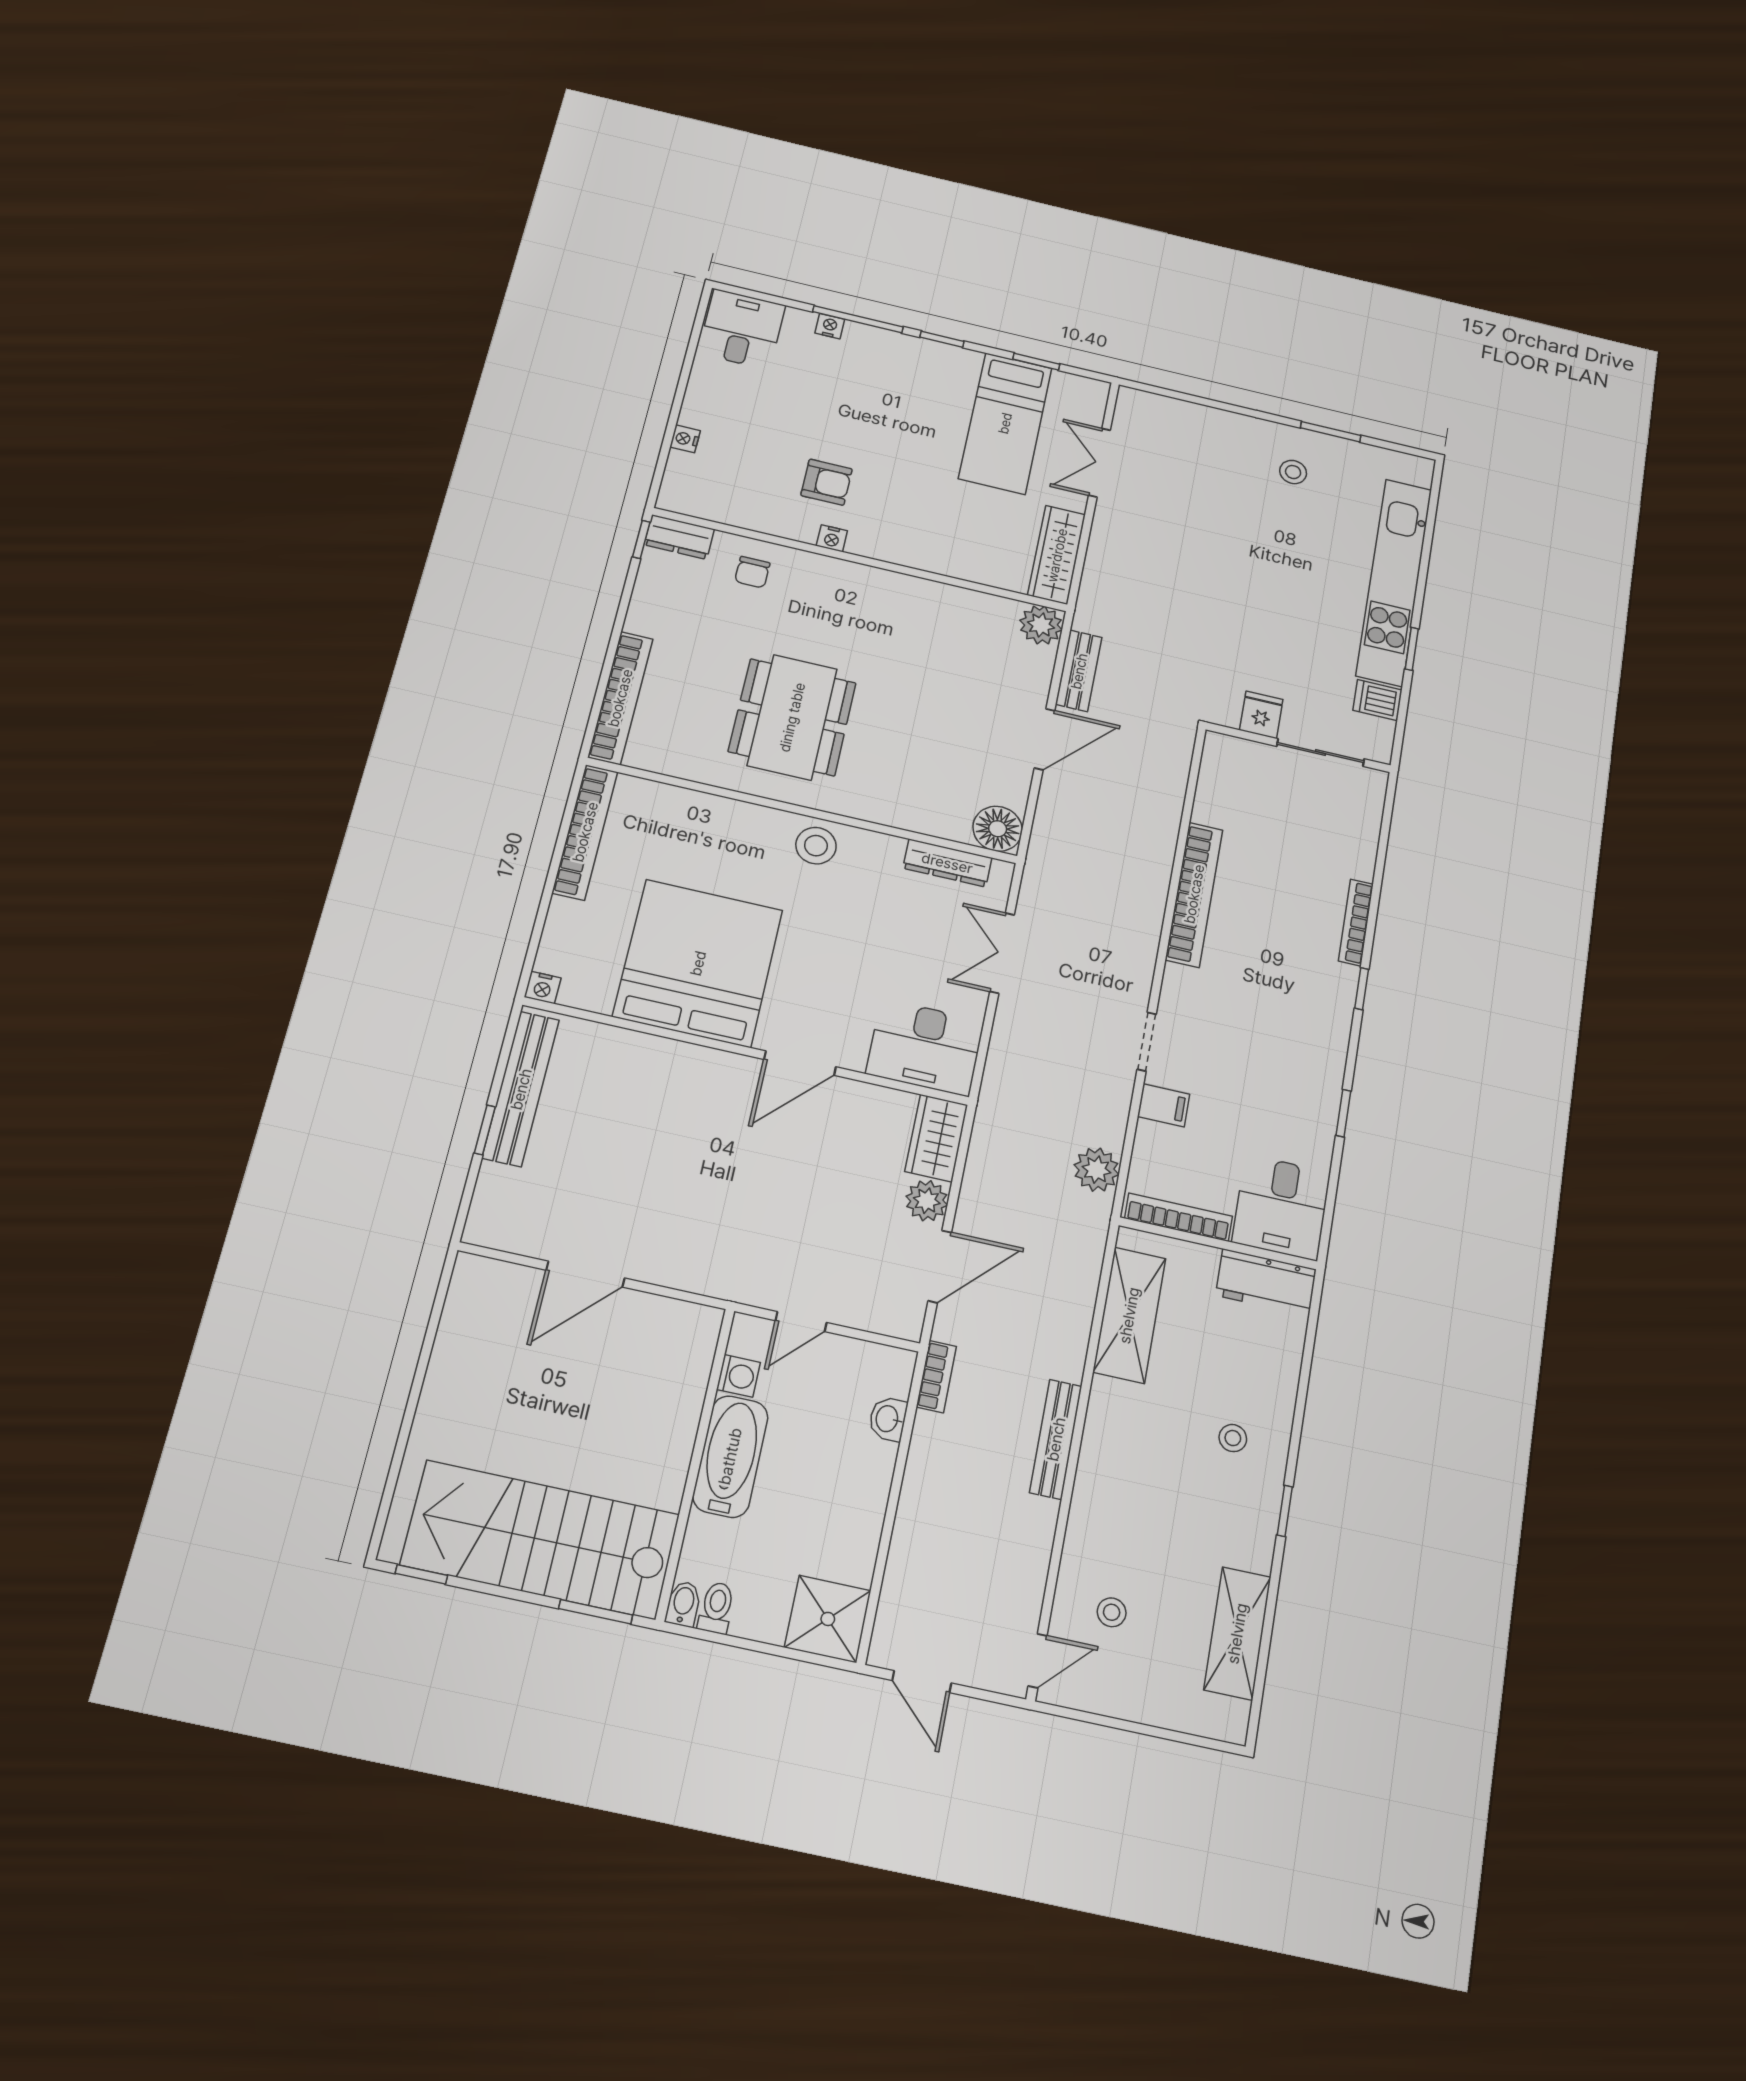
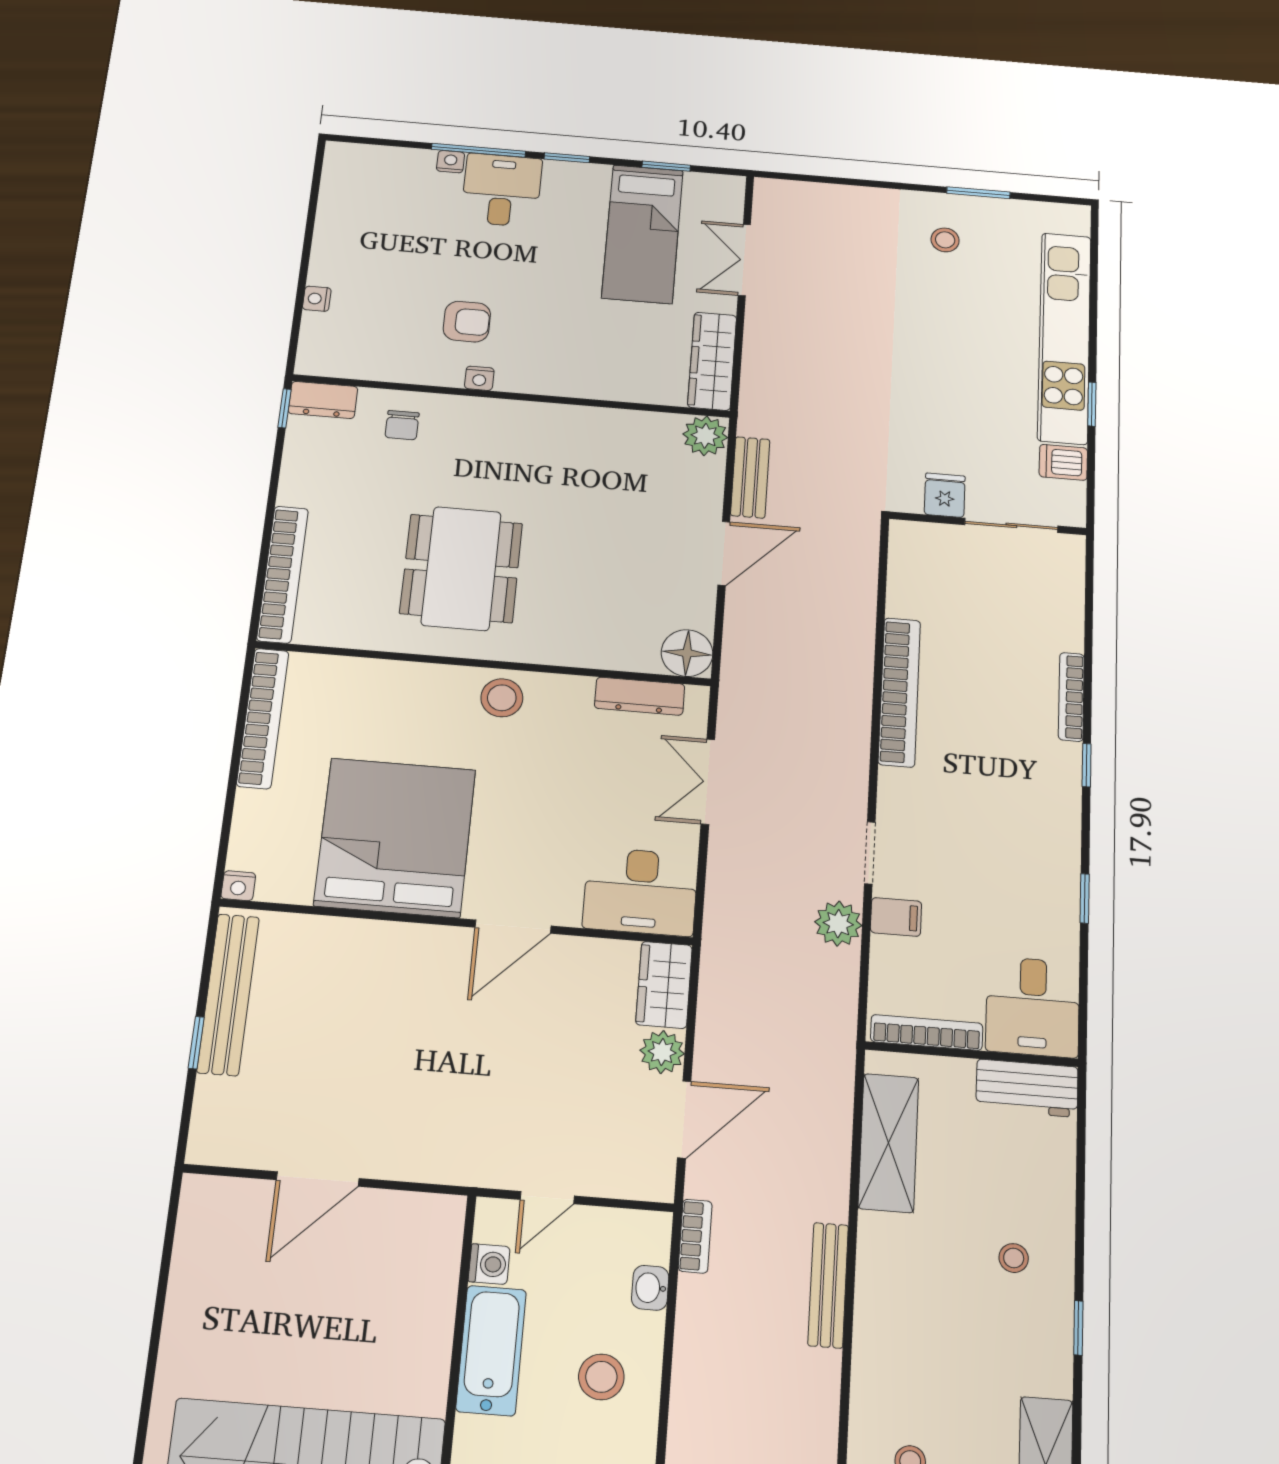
desk: (742, 329) -> (502, 190), moved
plant: (1097, 1170) -> (838, 924), moved
stool: (831, 1495) -> (601, 1377), added

